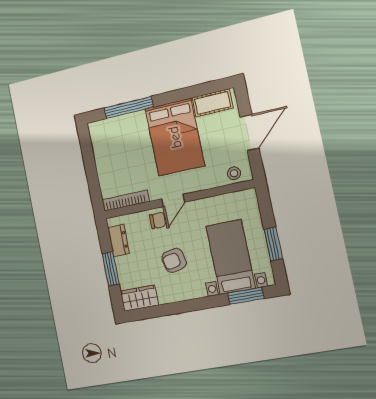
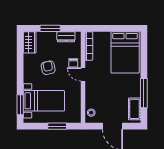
window: (129, 107) -> (144, 93), moved
bed: (175, 137) -> (125, 52), moved, turned -90
window: (273, 244) -> (57, 126), moved

